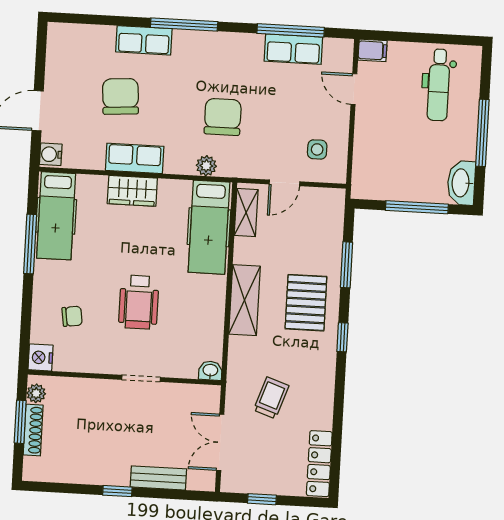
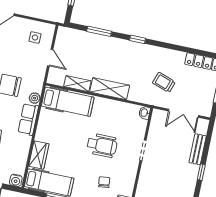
row of seats: (135, 158) -> (28, 119), moved
wardrobe: (132, 191) -> (39, 155), moved
shelving: (246, 212) -> (77, 84), moved
pallet: (306, 303) -> (116, 56), removed

